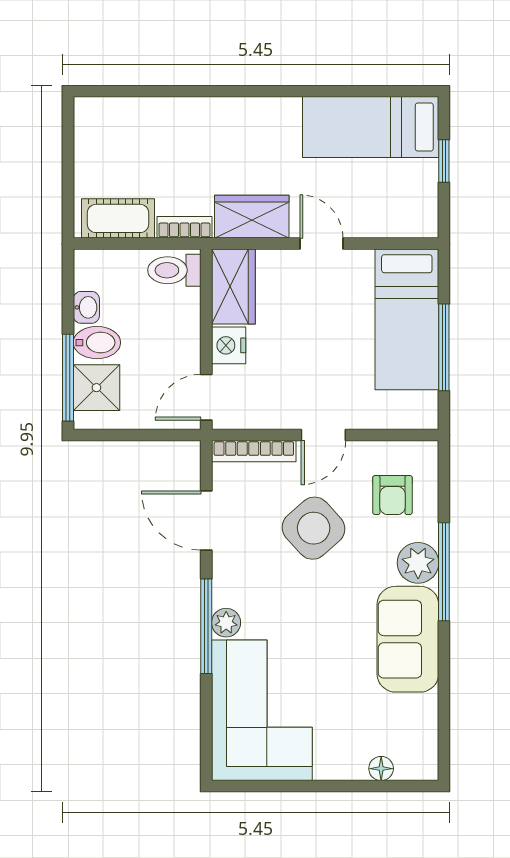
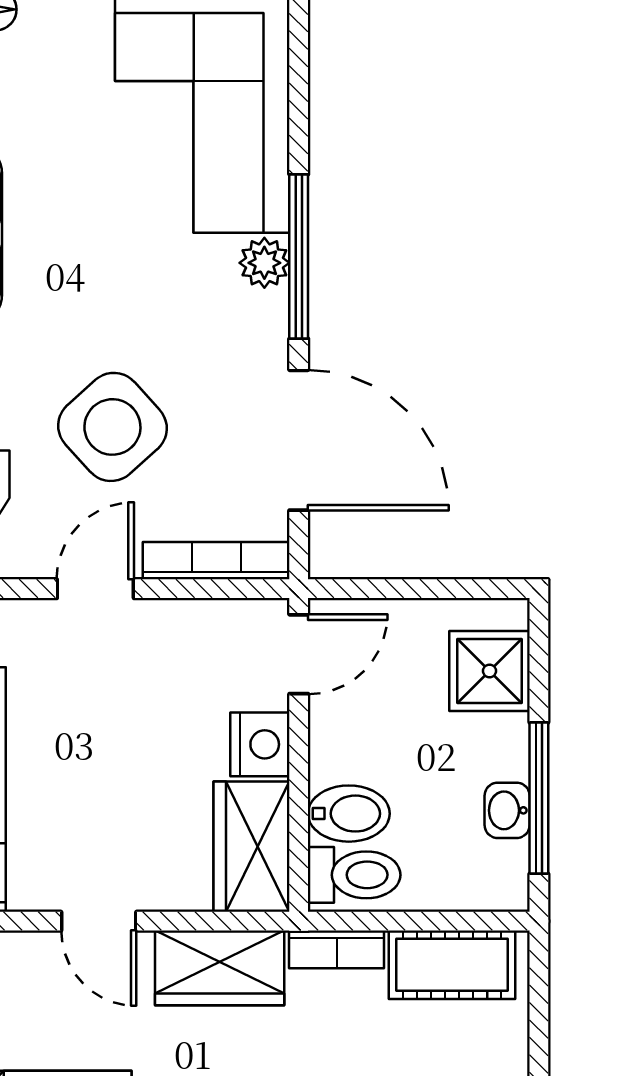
bidet: (97, 343) -> (349, 814), moved, turned 180
window: (68, 378) -> (539, 798), moved
door: (206, 521) -> (299, 440), width x1.36

